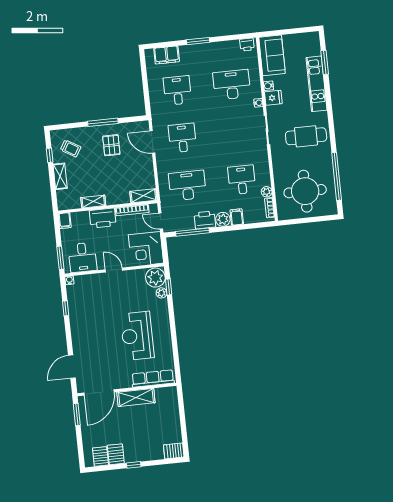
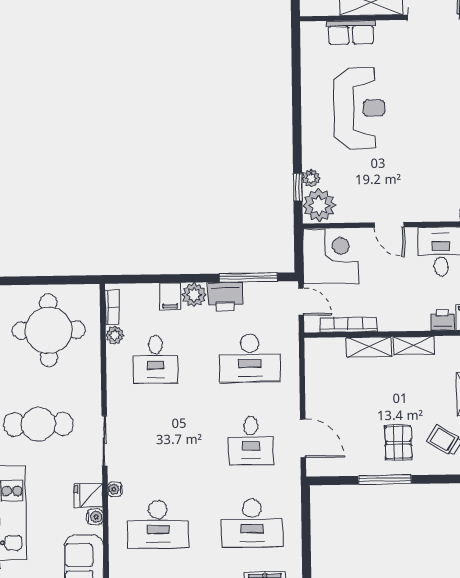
desk: (177, 90) -> (252, 523), width x1.37
pallet: (111, 145) -> (398, 443), moved
shelving: (143, 196) -> (369, 347), moved
printer: (103, 218) -> (443, 320), moved, width x0.53, depth x0.68
row of seats: (153, 378) -> (351, 32), width x0.68

